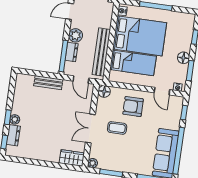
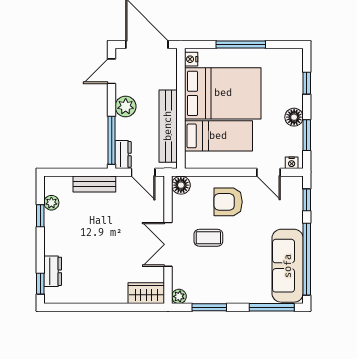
dresser: (72, 52) -> (123, 154), moved
window: (8, 117) -> (40, 216), moved
plant: (15, 119) -> (51, 203), moved

